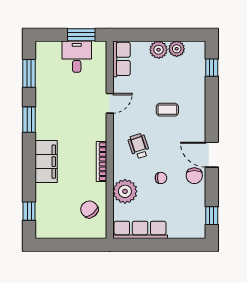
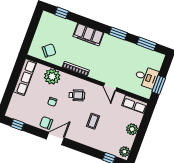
plant: (177, 49) -> (125, 152), moved

